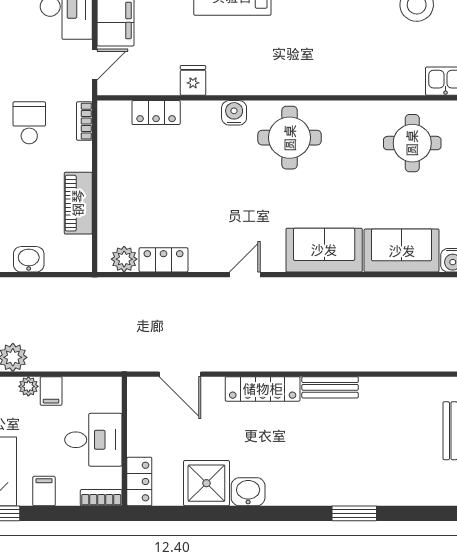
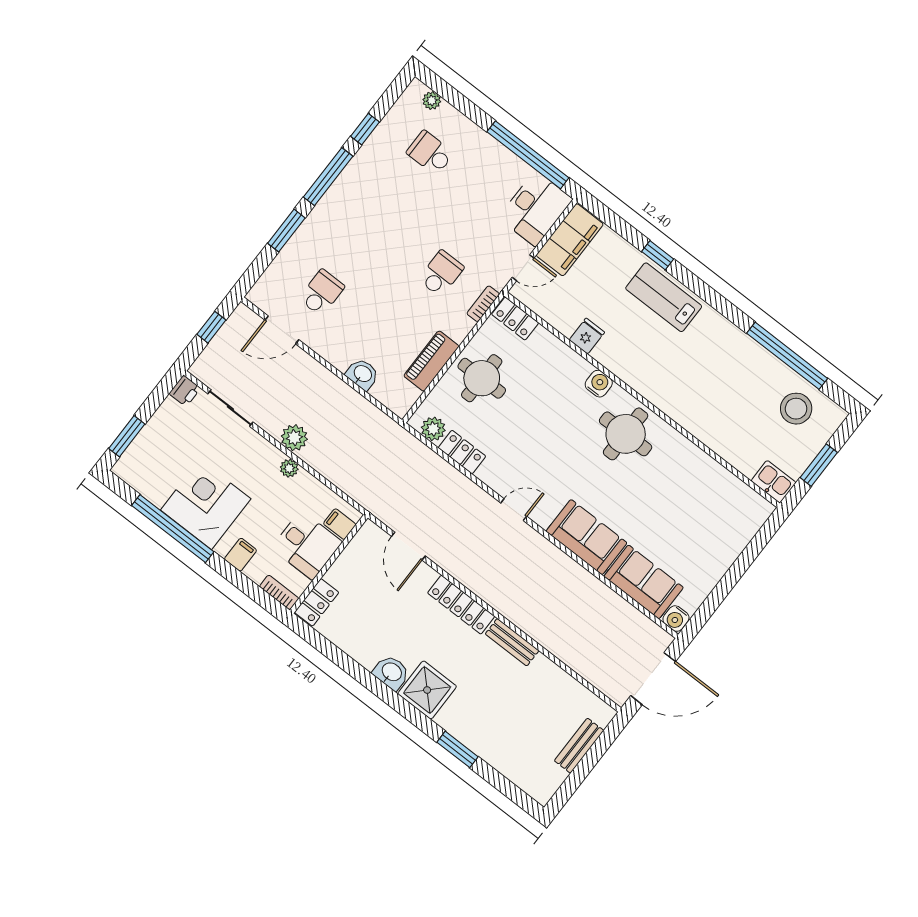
locker: (156, 113) -> (515, 319), moved
round table: (412, 143) -> (482, 378), moved
filing cabinet: (51, 391) -> (340, 524), moved, turned 90
shower: (206, 483) -> (427, 690), moved

